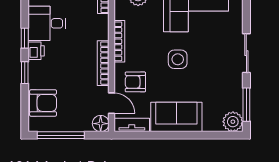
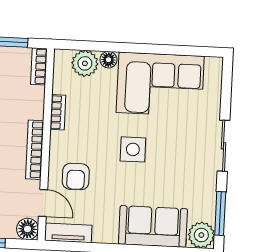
bookcase: (119, 41) -> (58, 112), width x0.64
armchair: (135, 82) -> (76, 177), turned -90
sofa: (176, 117) -> (153, 226), moved

